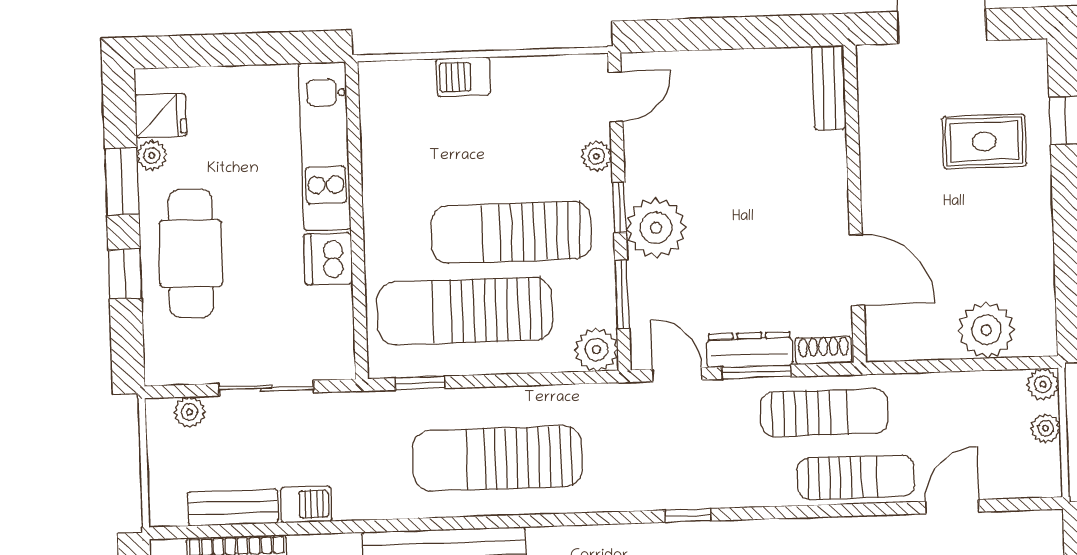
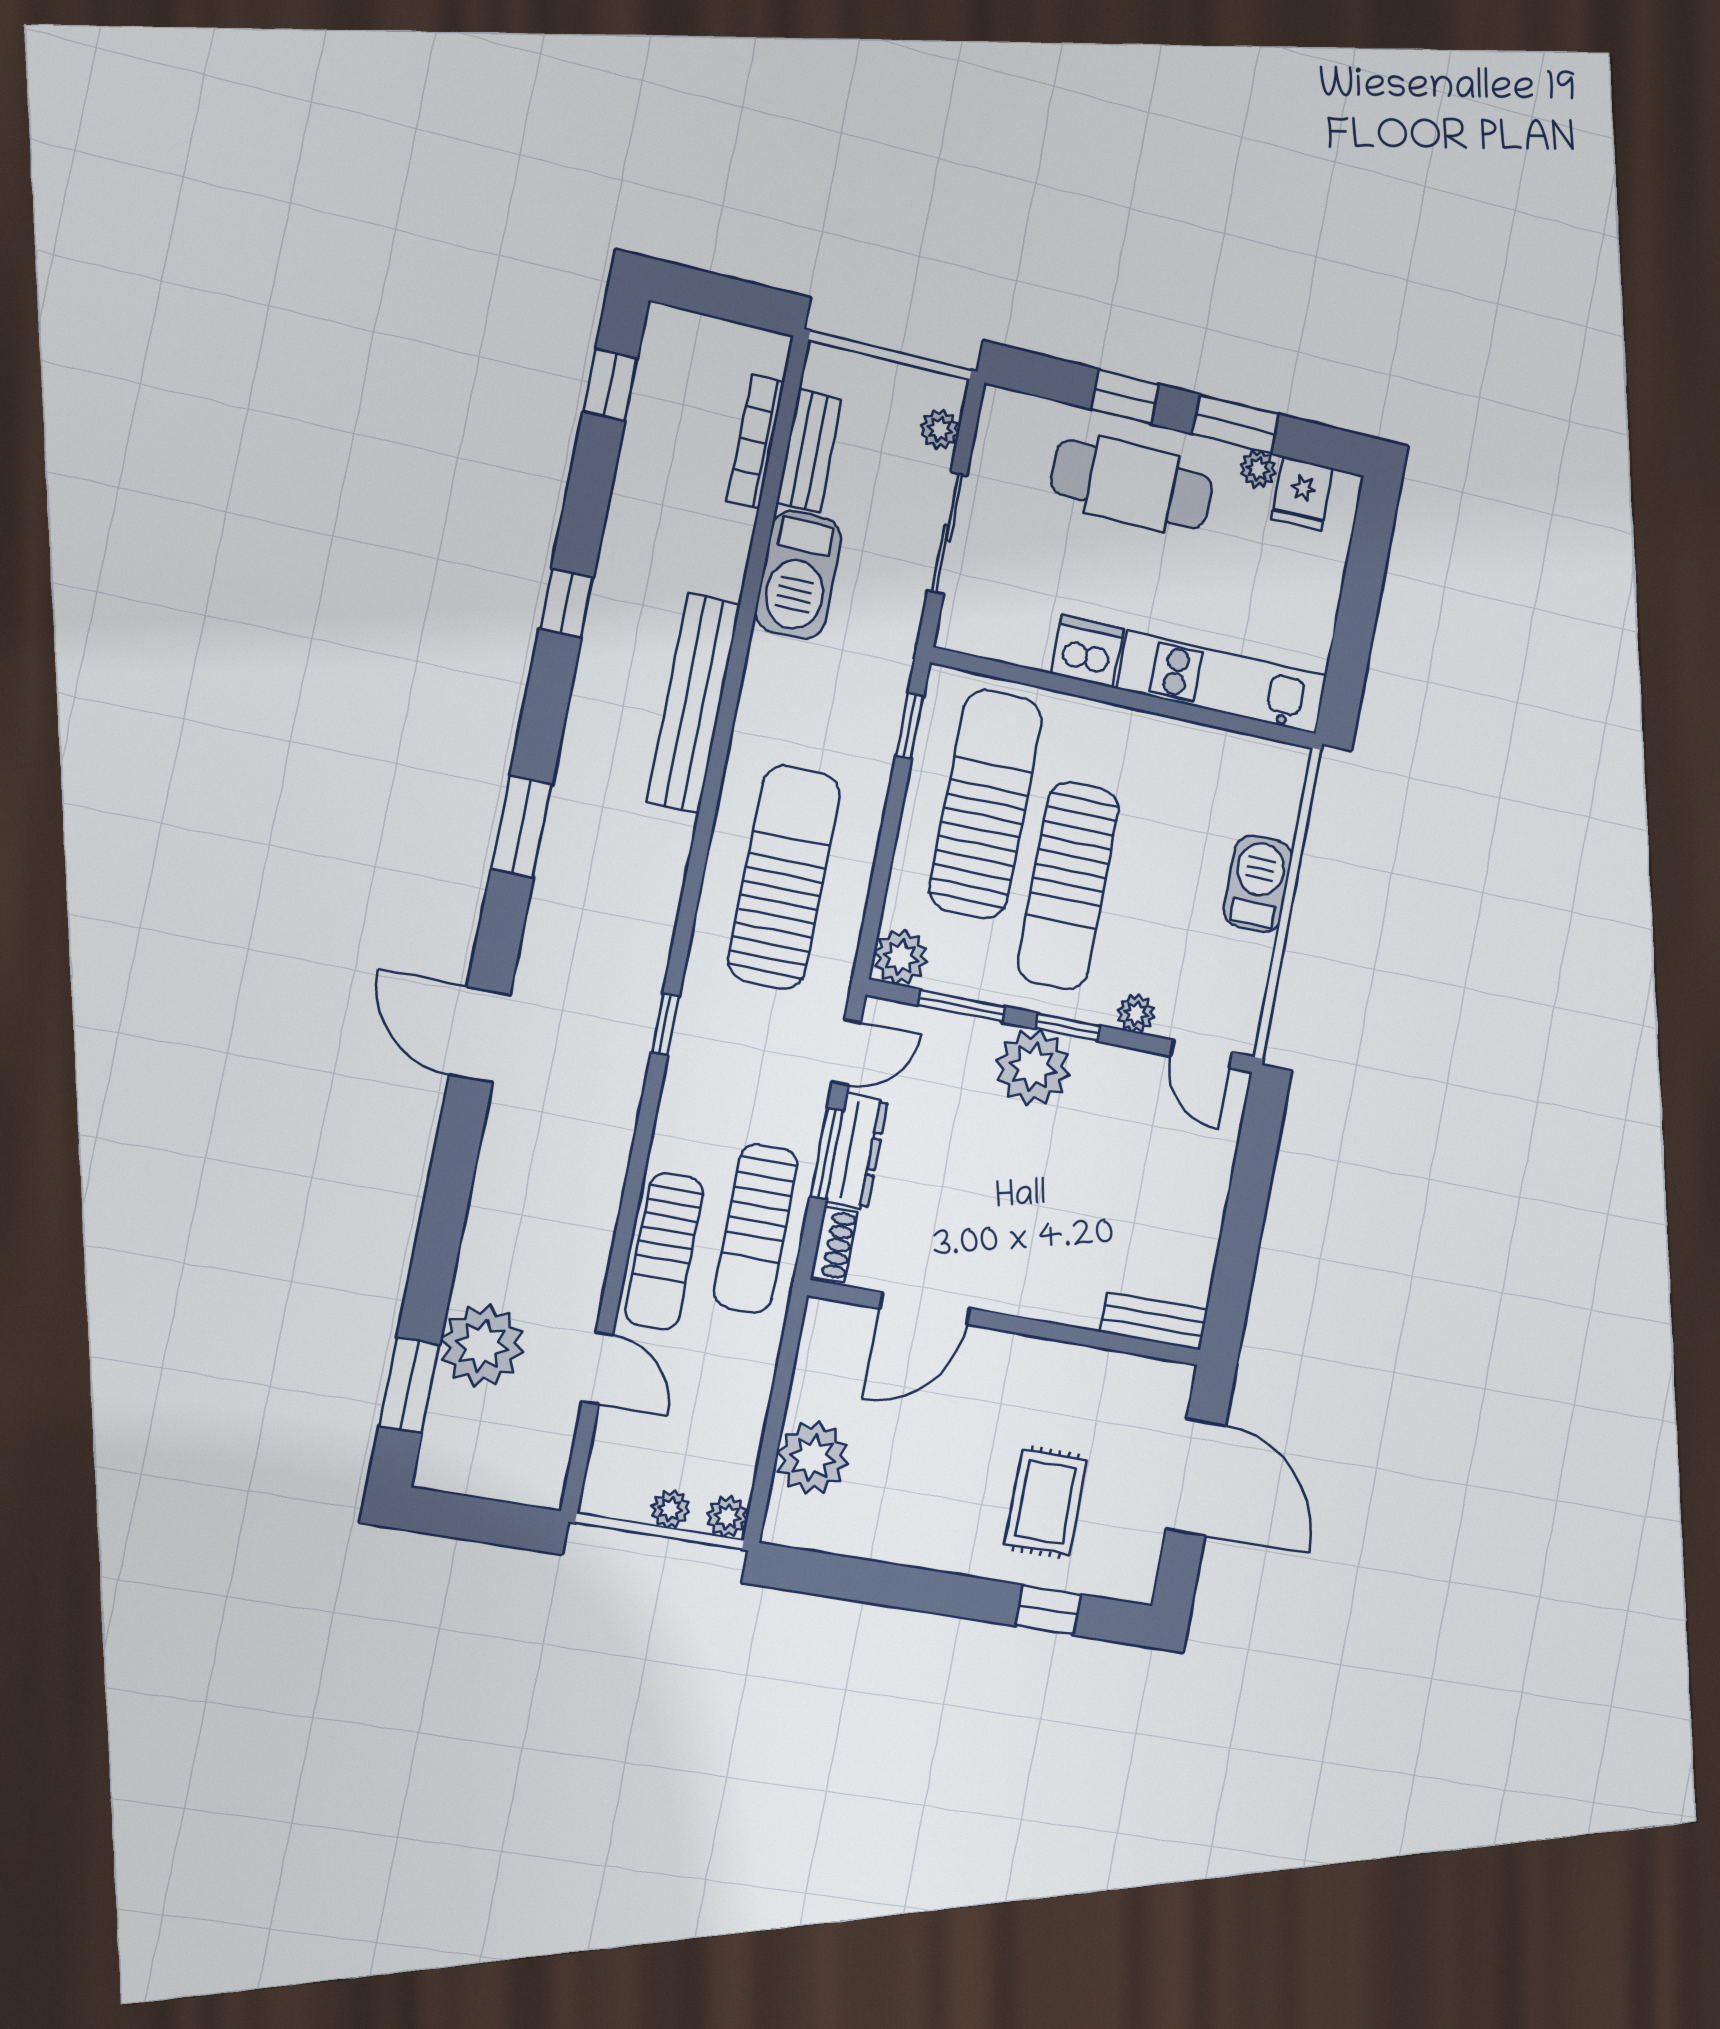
barbecue: (463, 77) -> (1258, 884), width x1.38, depth x1.27
sun lounger: (511, 232) -> (1068, 886), turned 180
sun lounger: (498, 458) -> (784, 877), moved
barbecue: (306, 504) -> (798, 575), width x1.88, depth x1.53

